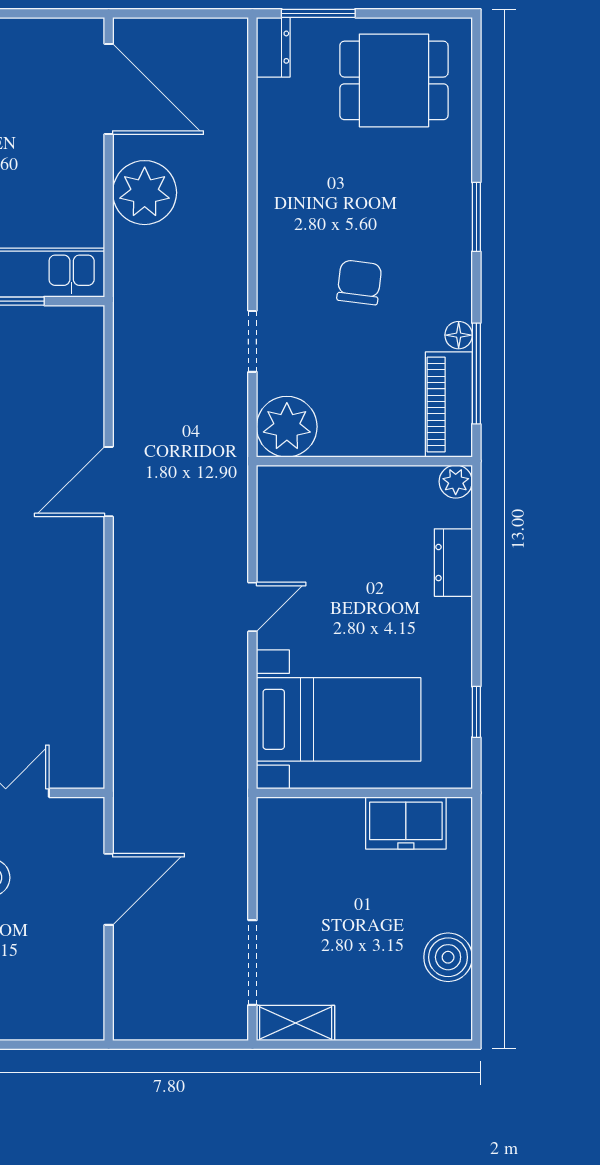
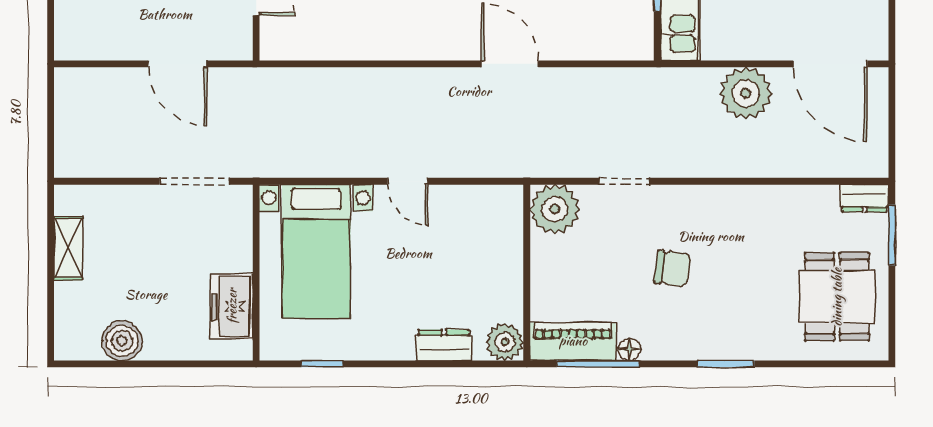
door: (109, 89) -> (830, 64), hinge flipped
plant: (456, 482) -> (505, 342), width x1.38, depth x1.38
doorway: (252, 962) -> (194, 181), moved
shelving: (296, 1023) -> (68, 248), moved

